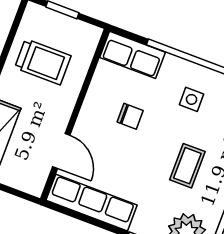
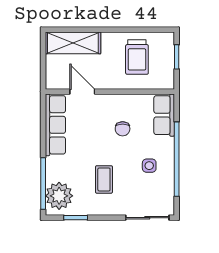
door: (61, 151) -> (82, 92), swing flipped
coffee table: (187, 166) -> (104, 179), turned 90

